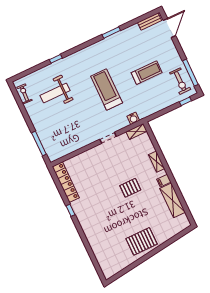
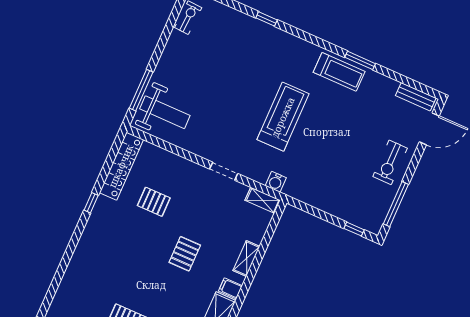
treadmill: (147, 73) -> (339, 72), moved
exercise bike: (180, 81) -> (390, 162), moved
weight bench: (55, 93) -> (165, 112), moved, turned 180
pallet: (95, 181) -> (154, 202), added
pallet: (130, 188) -> (185, 254), turned 90

